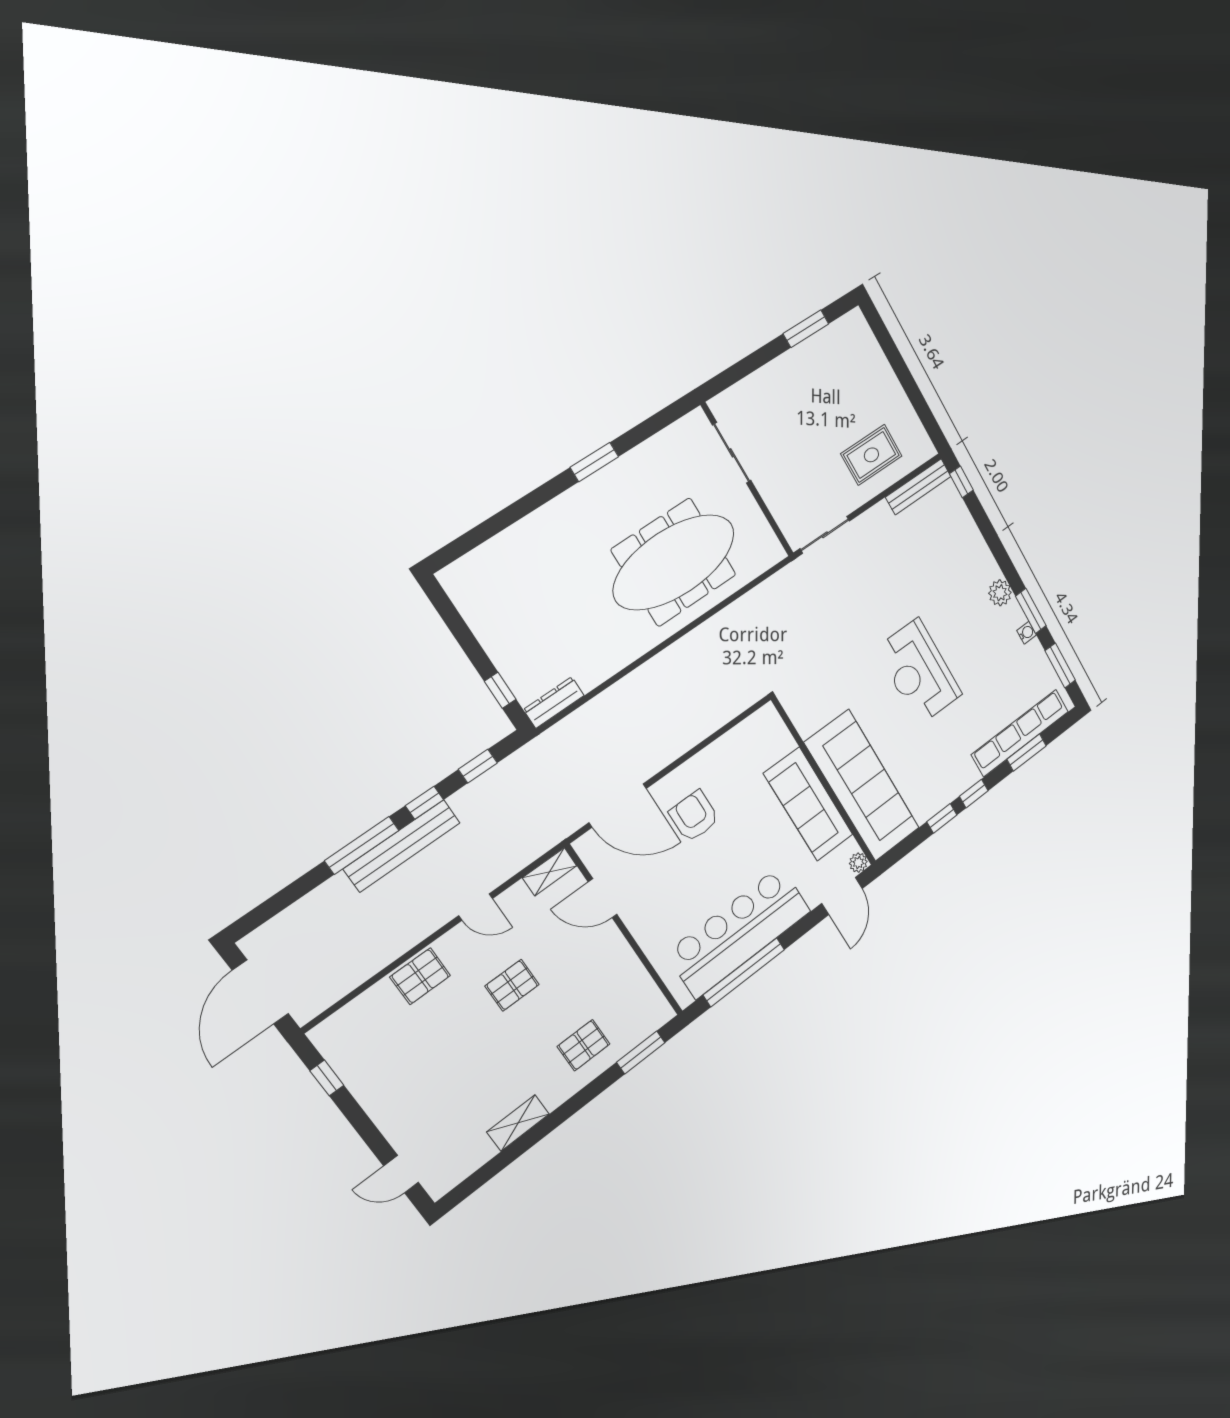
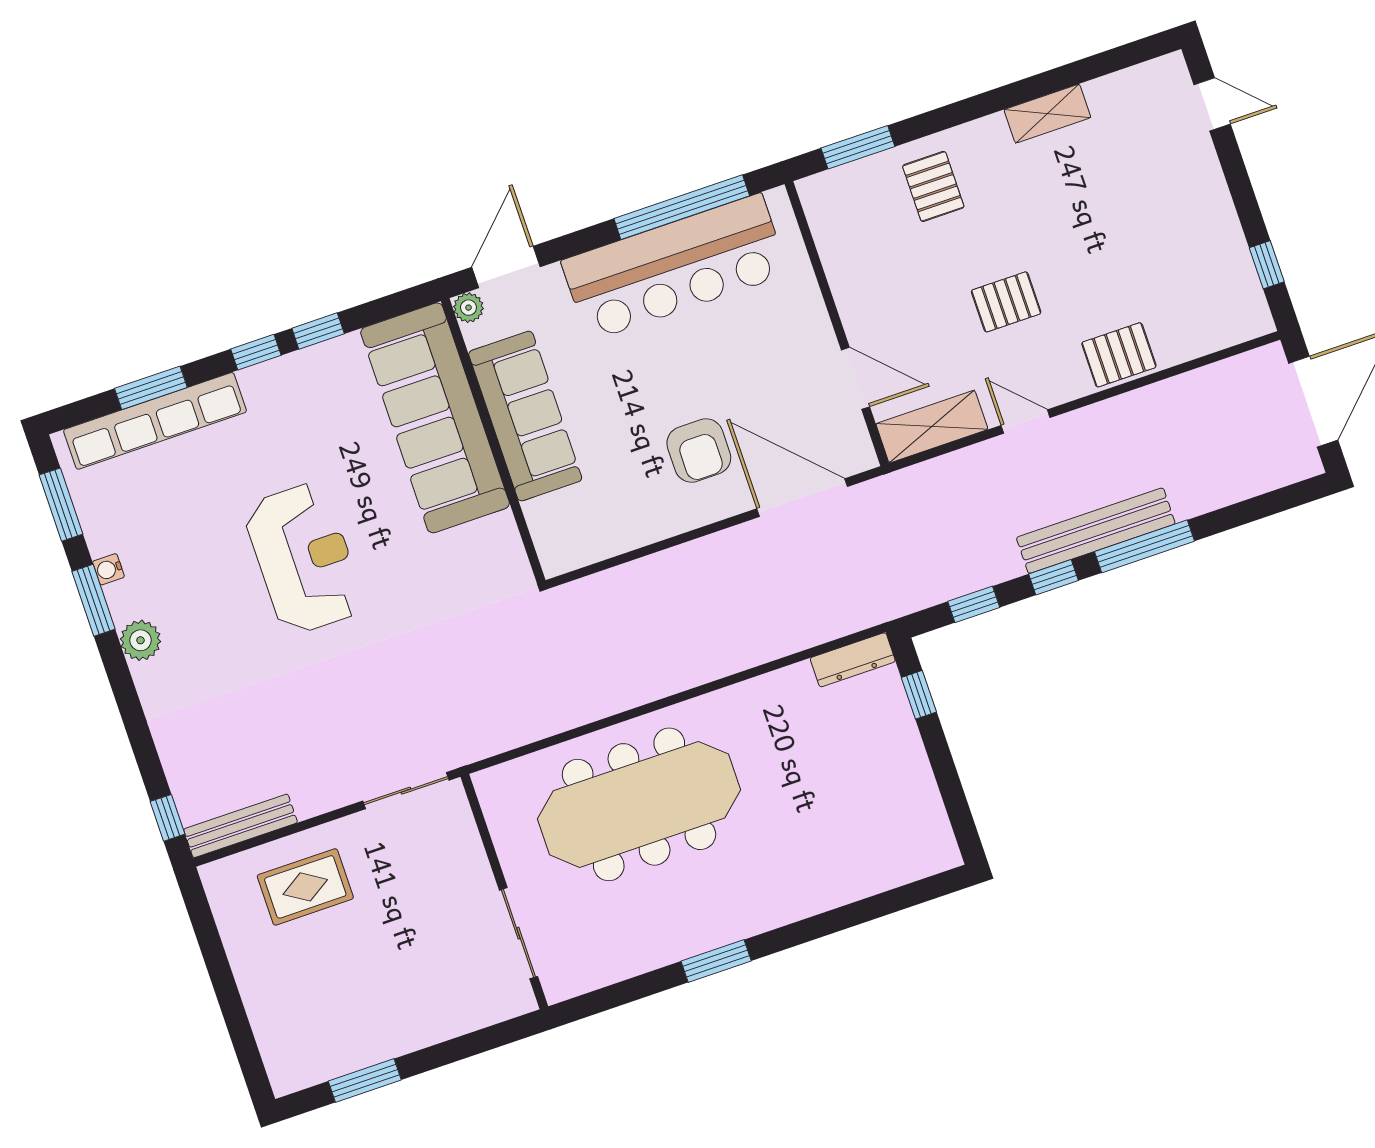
shelving: (550, 872) -> (932, 427), width x1.50, depth x1.33
pallet: (584, 1045) -> (933, 186), turned 90

